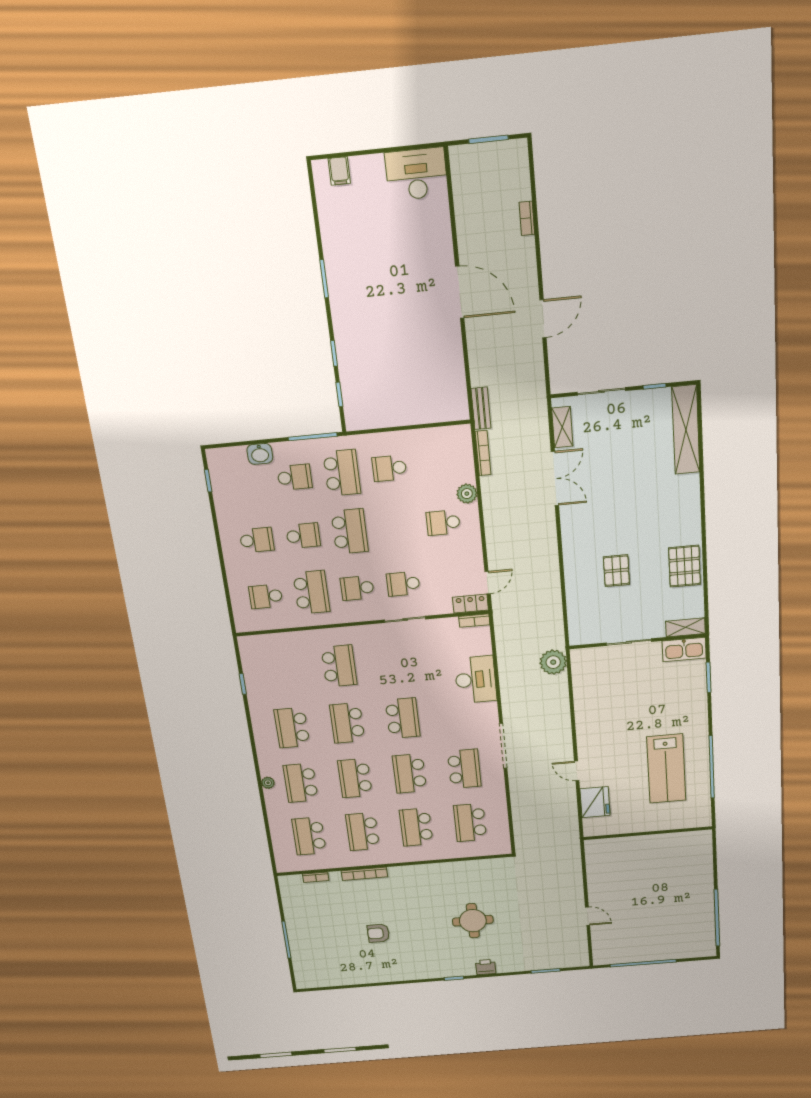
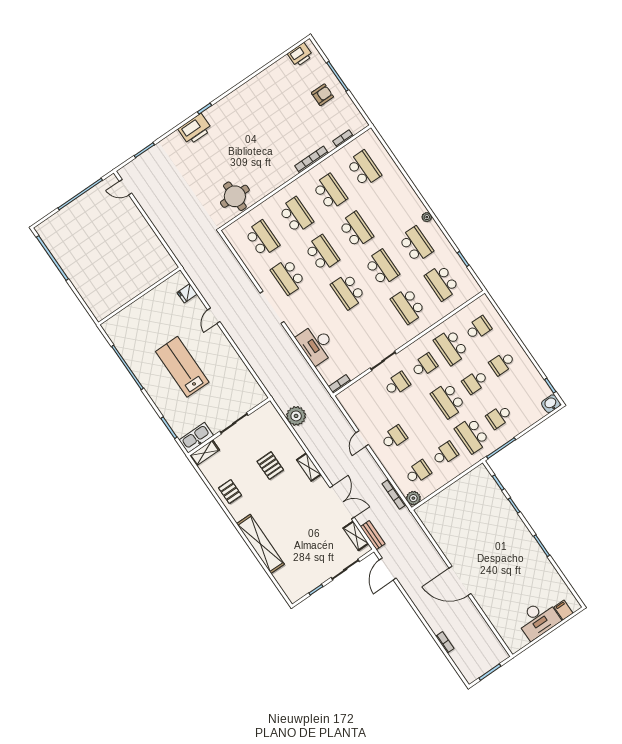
desk: (416, 174) -> (538, 619), moved
door: (543, 319) -> (388, 569), moved
bench: (481, 408) -> (373, 535), moved
shelving: (686, 430) -> (260, 544), moved
washbasin: (260, 454) -> (551, 404), moved
school desk: (437, 464) -> (418, 472), added
double door: (555, 479) -> (342, 502), swing flipped
plant: (467, 494) -> (413, 498), moved
shelving: (570, 544) -> (309, 467), added
pallet: (685, 566) -> (230, 492), width x0.67, depth x0.71
door: (488, 583) -> (362, 439), moved
locker: (470, 604) -> (348, 394), removed
plant: (553, 662) -> (296, 416), moved
lab bench: (666, 769) -> (182, 367), moved
door: (577, 771) -> (214, 316), swing flipped
plant: (268, 783) -> (427, 217), moved
school desk: (301, 783) -> (442, 282), moved, turned 180
fridge: (595, 802) -> (187, 293), width x0.53, depth x0.75
door: (588, 916) -> (125, 187), moved
round table: (473, 921) -> (235, 196), moved
armchair: (378, 933) -> (322, 95), moved
printer: (486, 967) -> (195, 129), width x1.87, depth x1.48
printer: (317, 979) -> (300, 55), added

